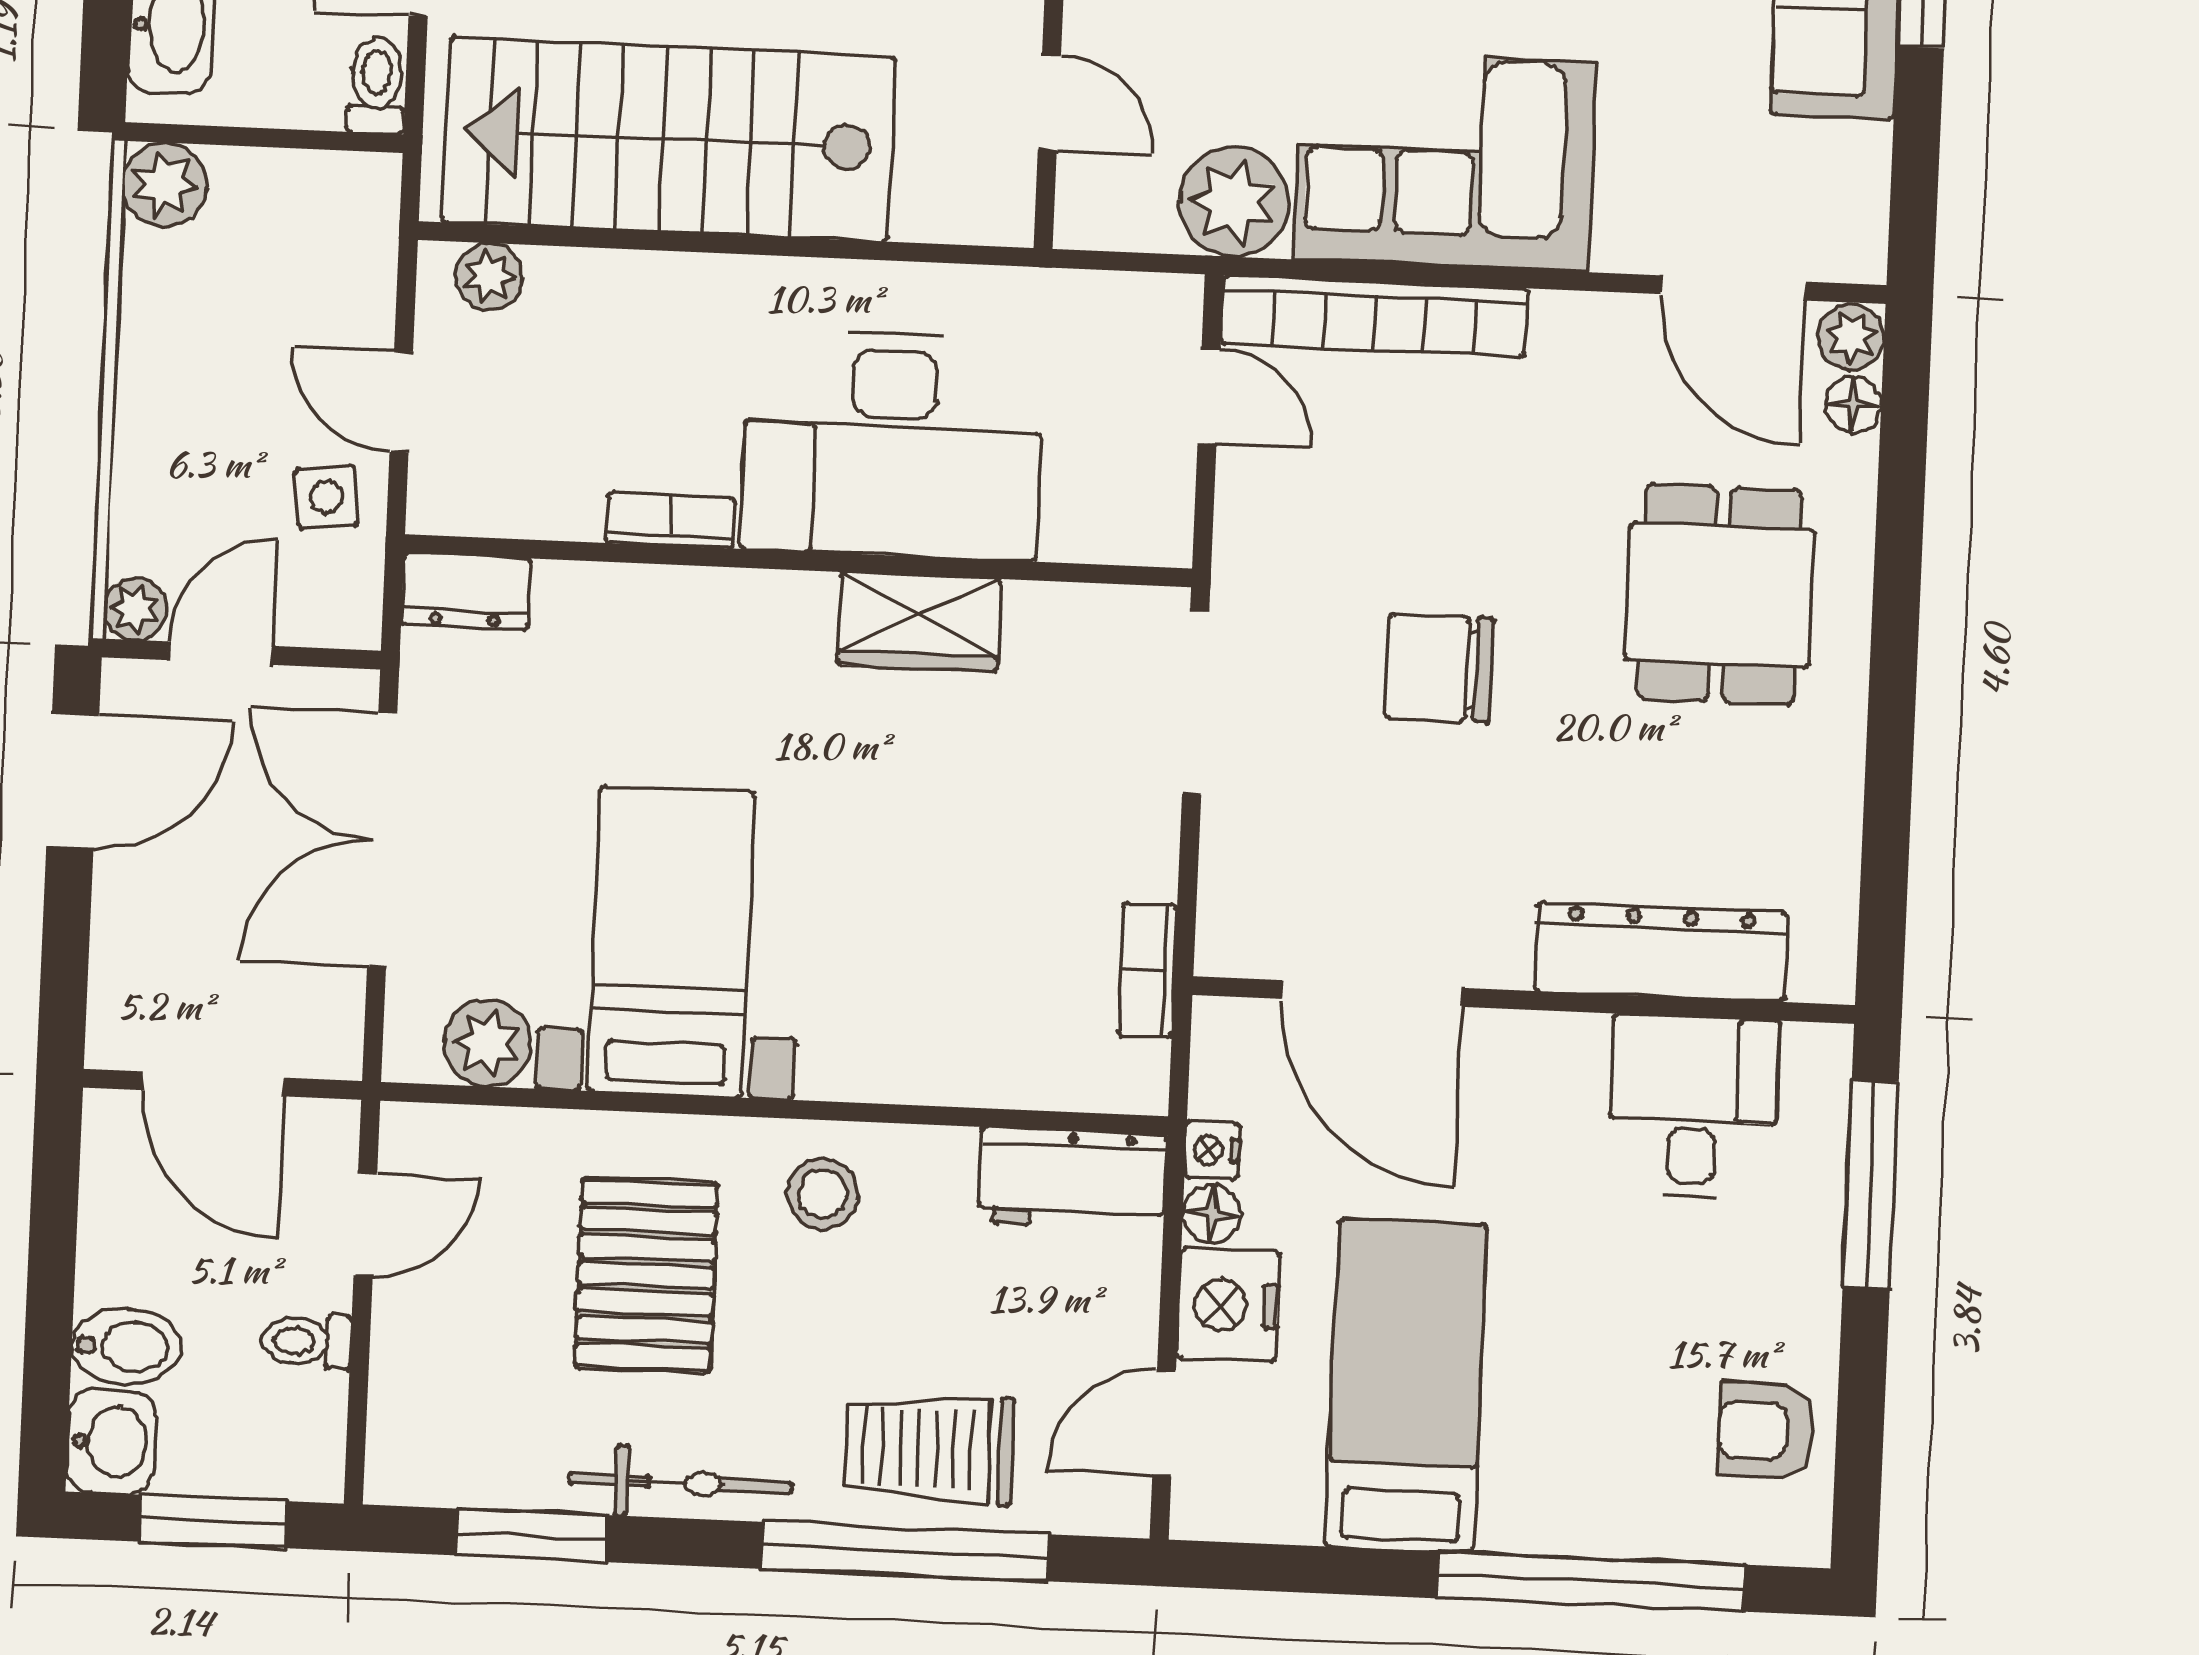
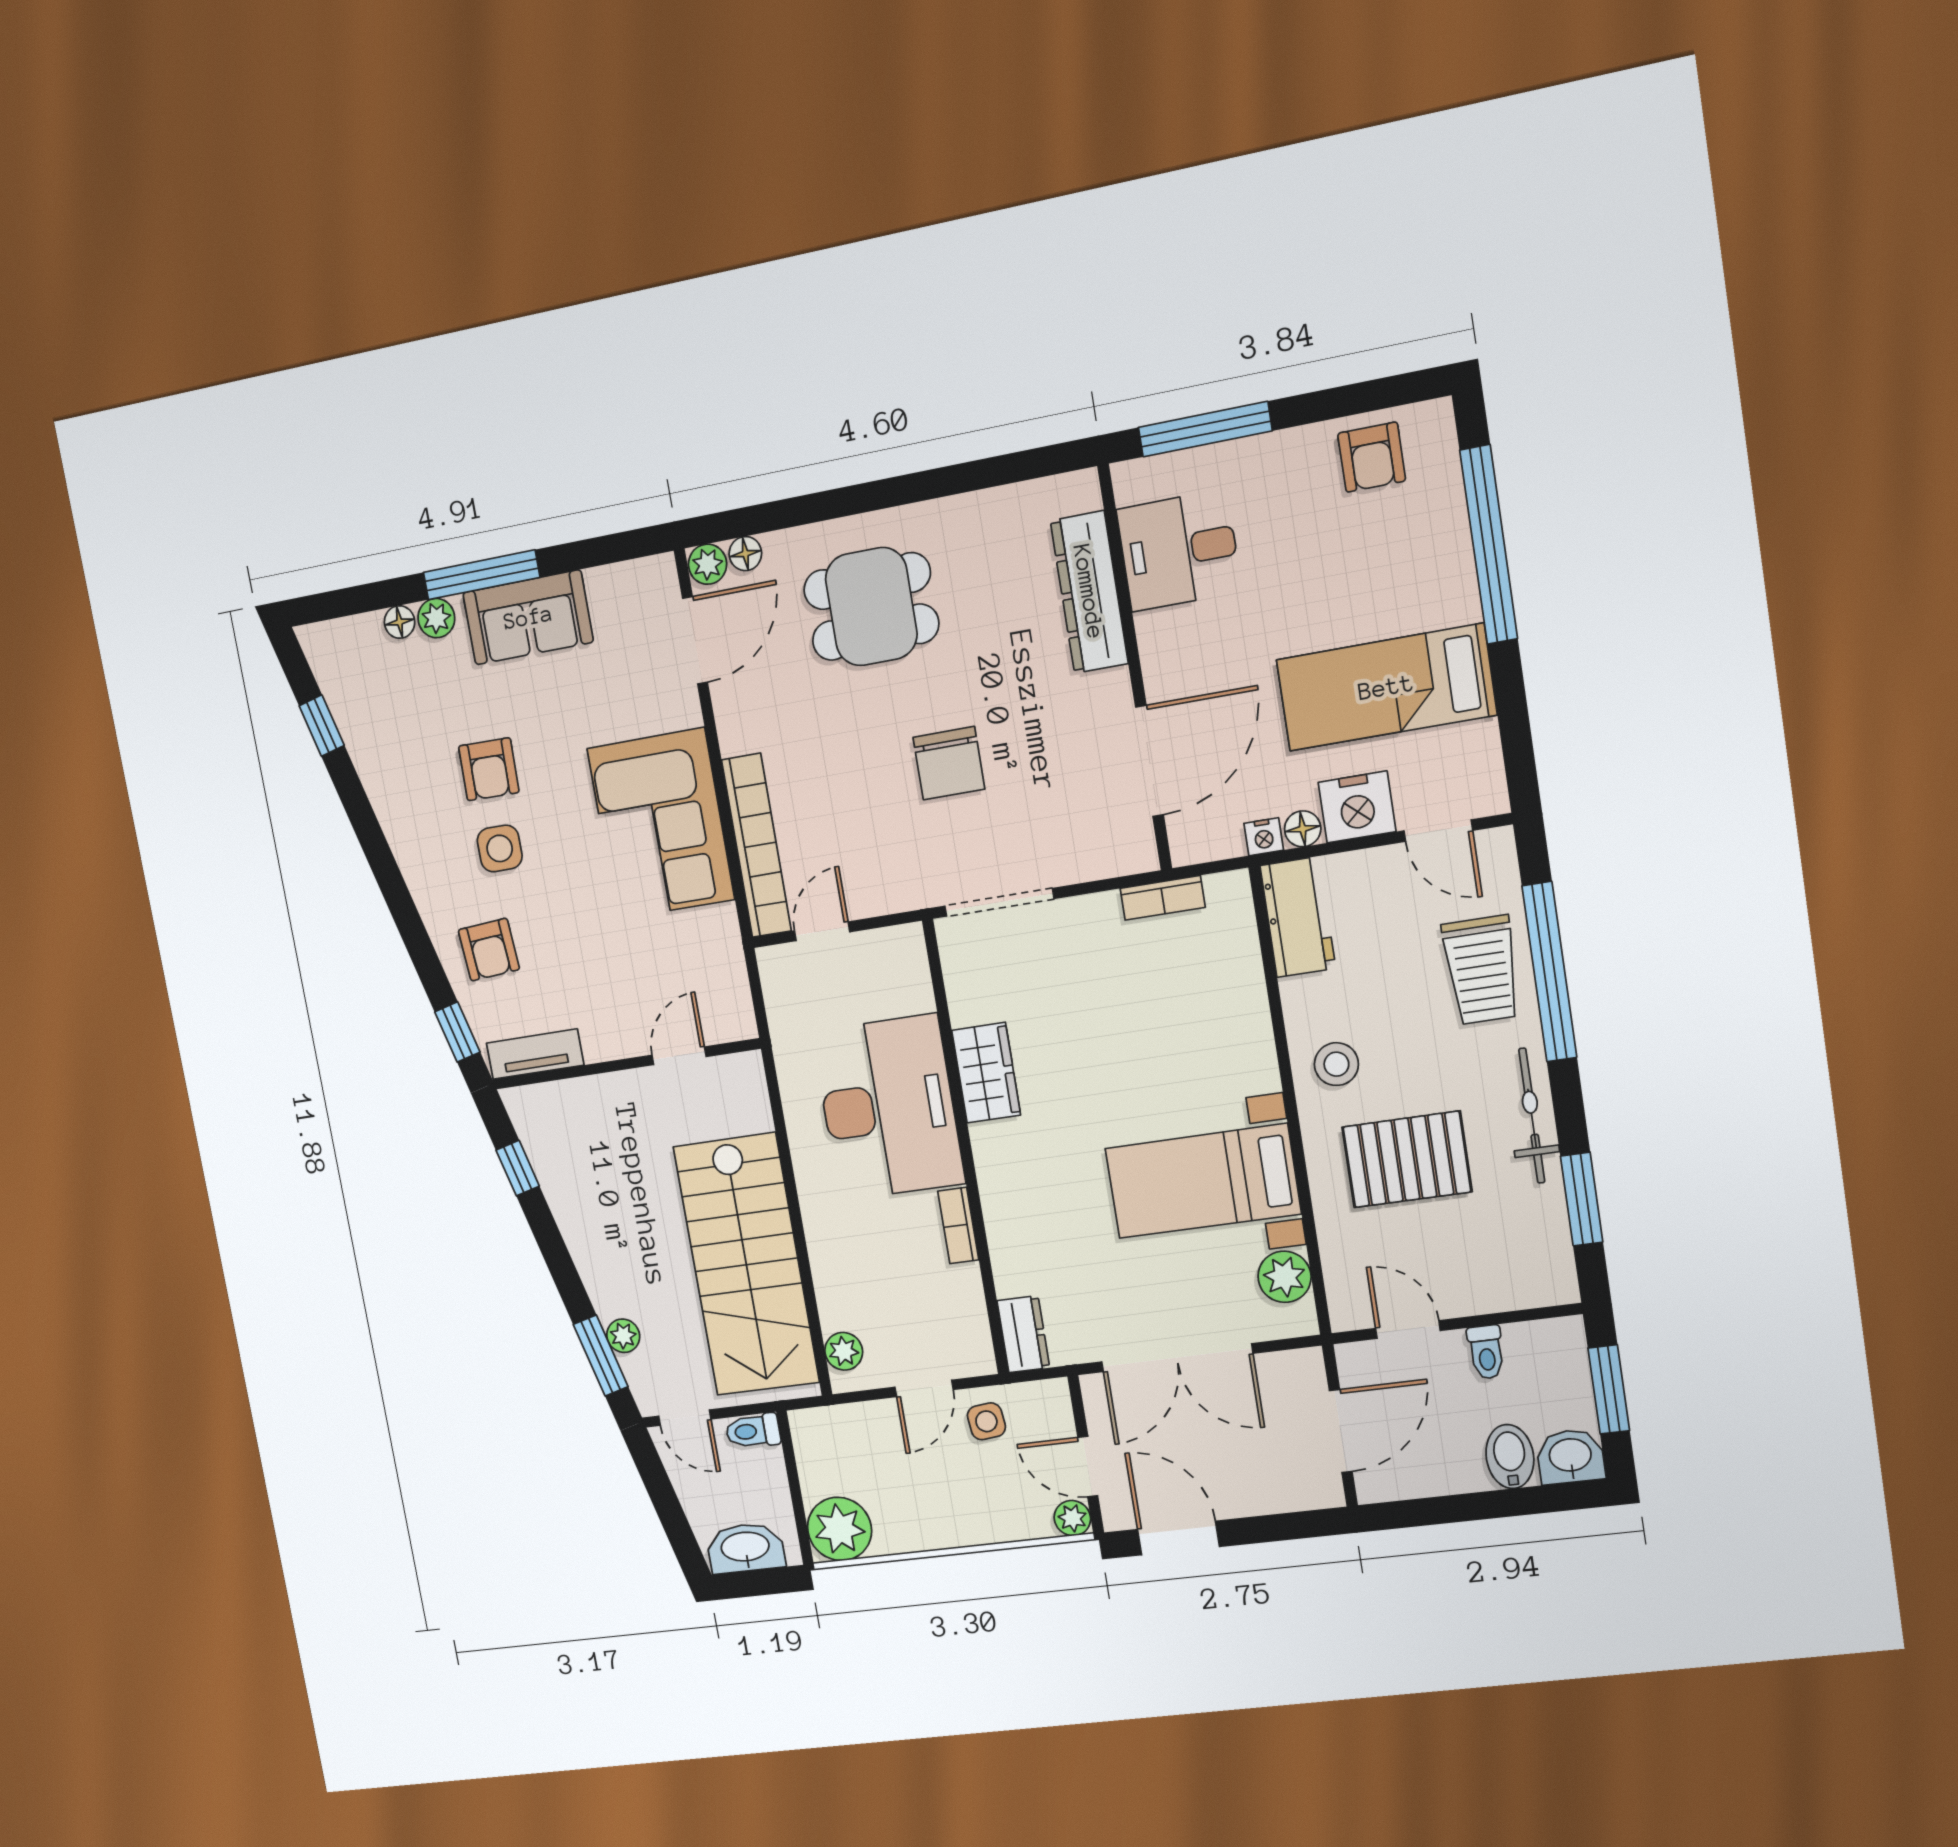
plant: (164, 185) -> (839, 1529), width x1.36, depth x1.36
plant: (1234, 202) -> (710, 940), removed

